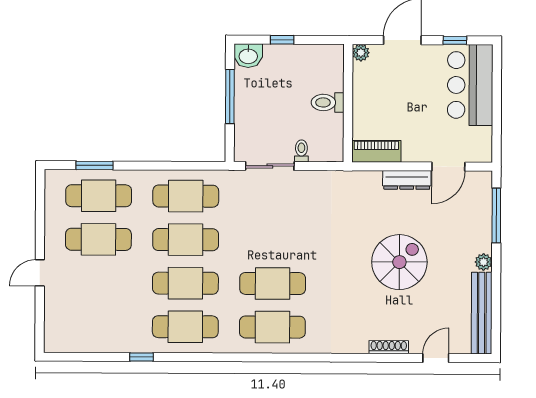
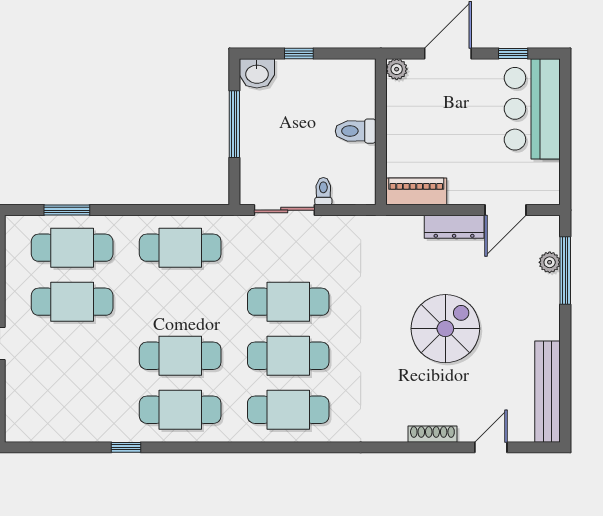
cafe table: (186, 240) -> (288, 302), moved
plant: (484, 262) -> (550, 262), moved

